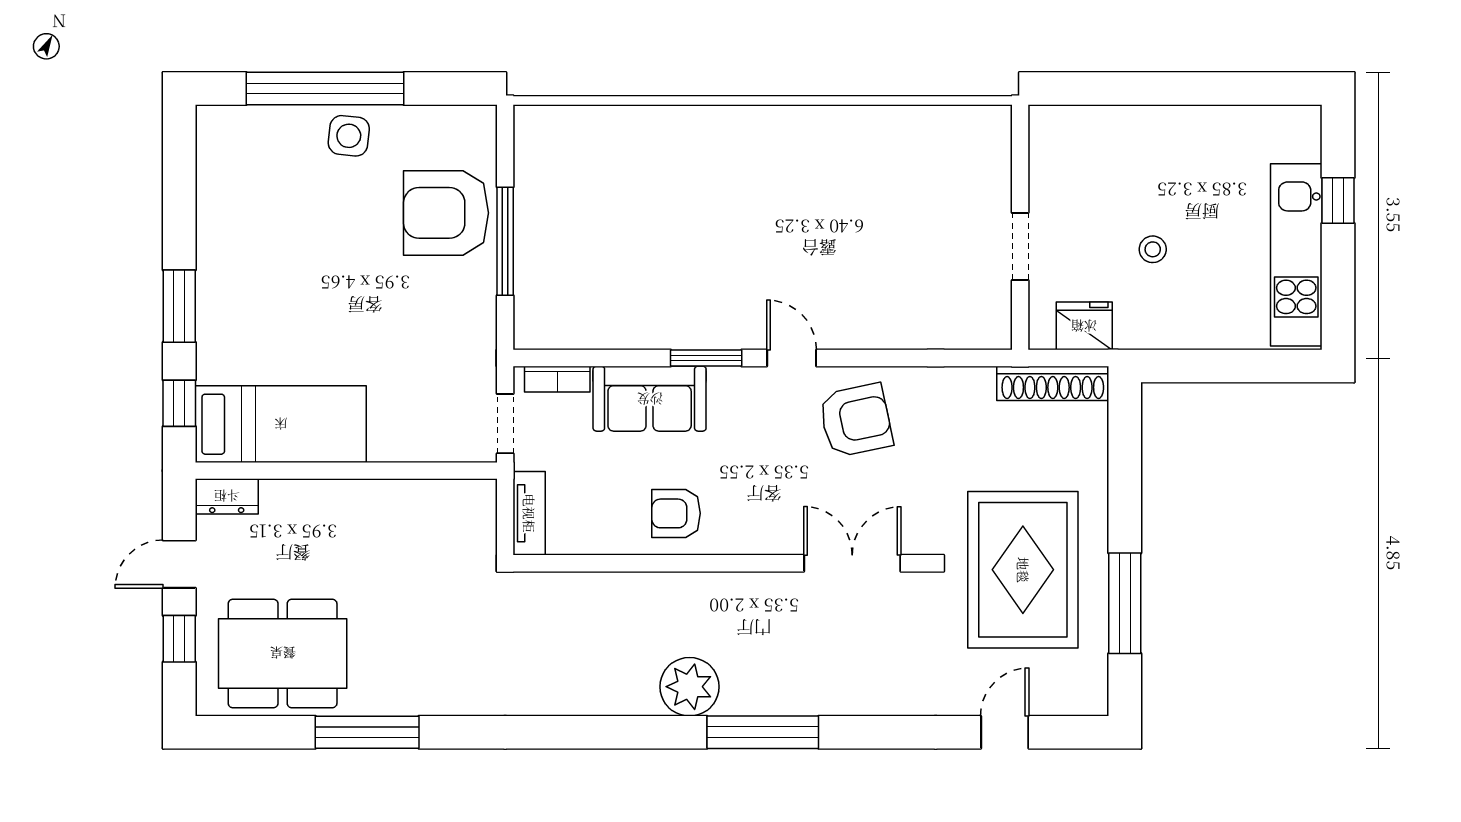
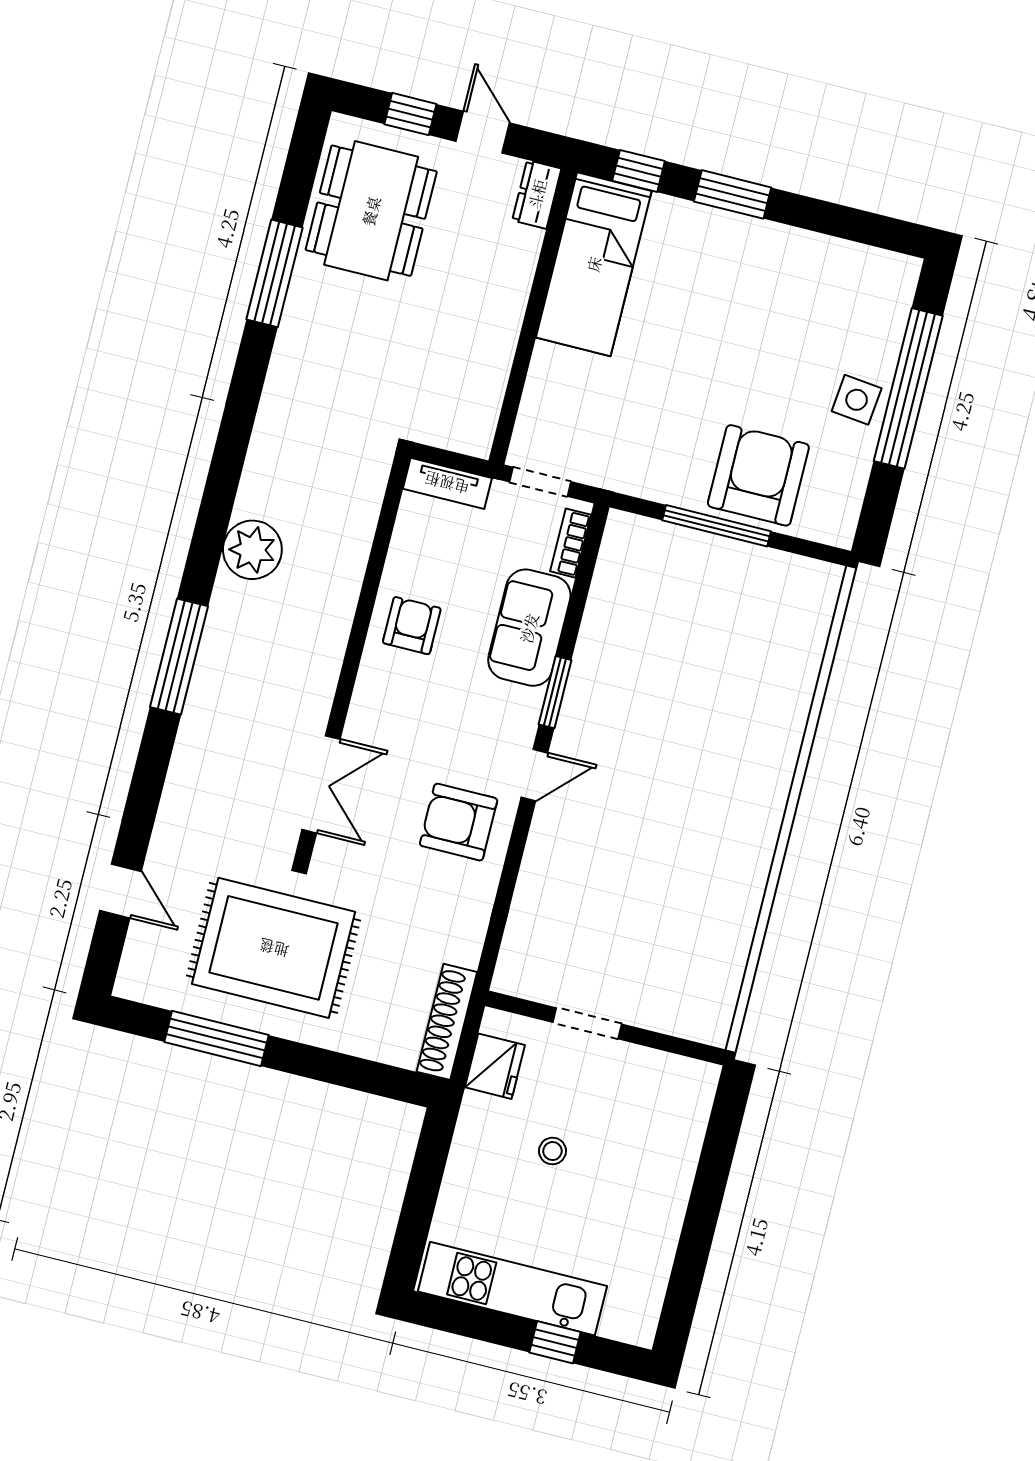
armchair: (856, 420) -> (459, 822), turned 102
plant: (690, 687) -> (252, 550), moved

